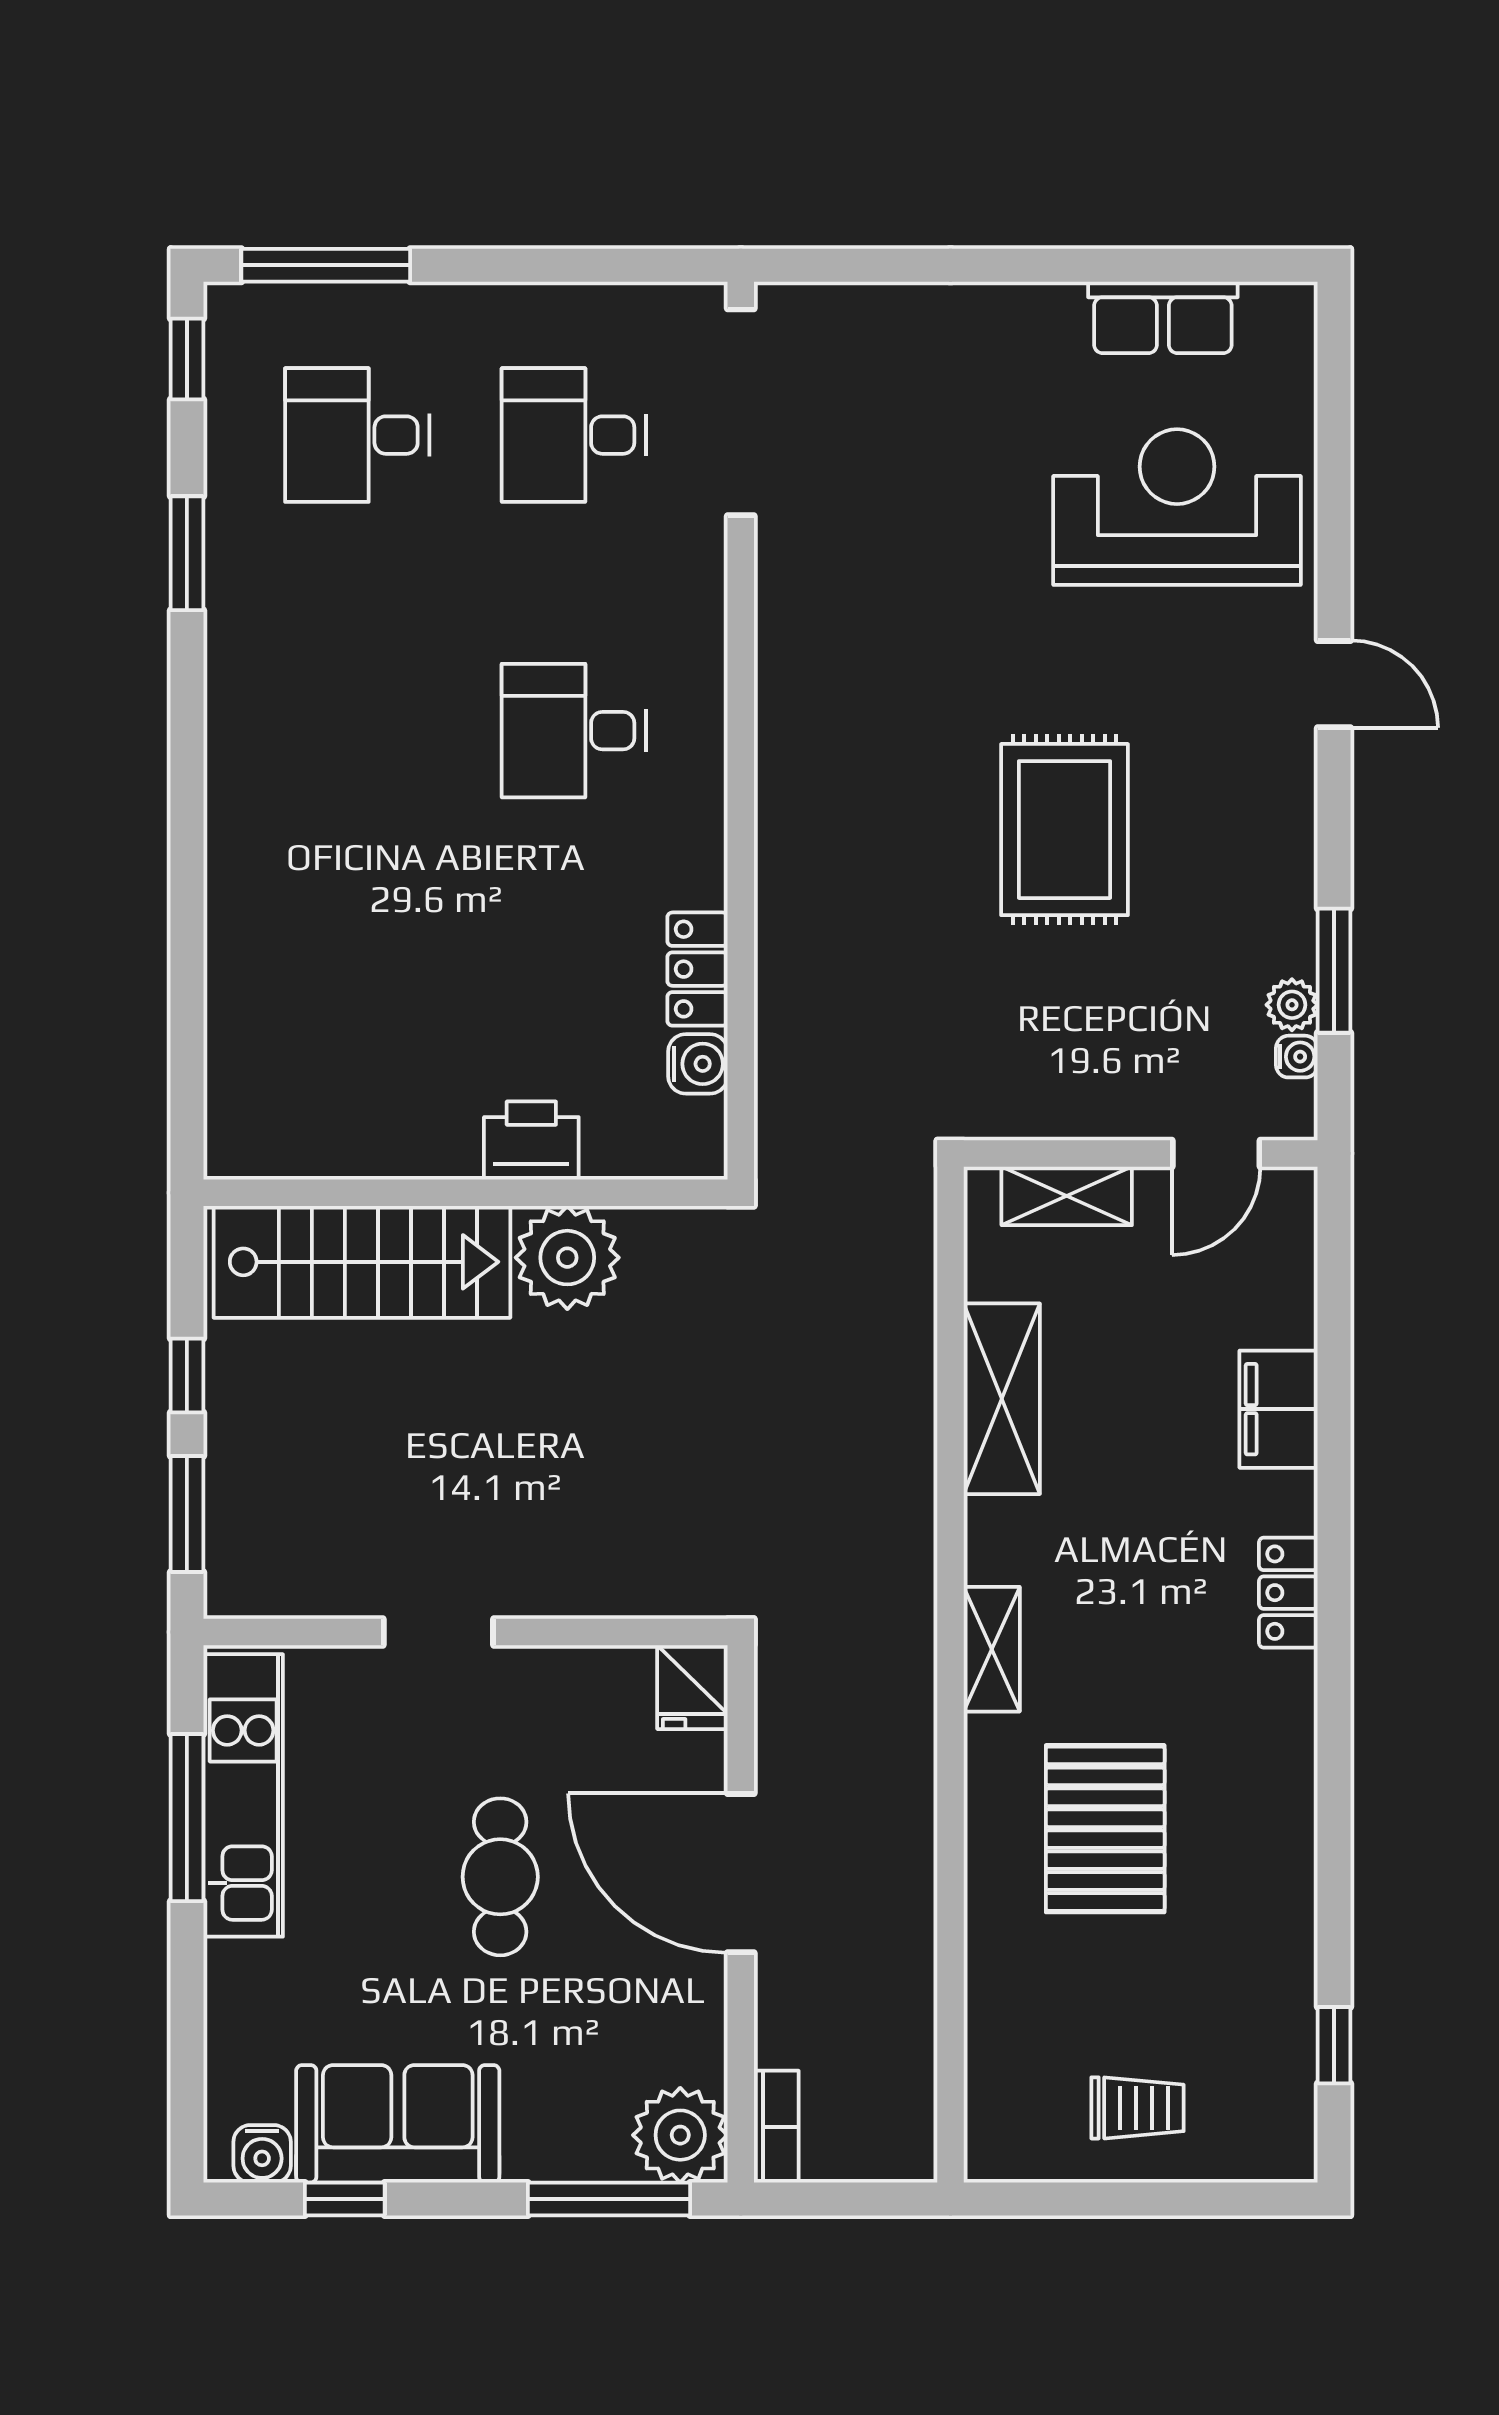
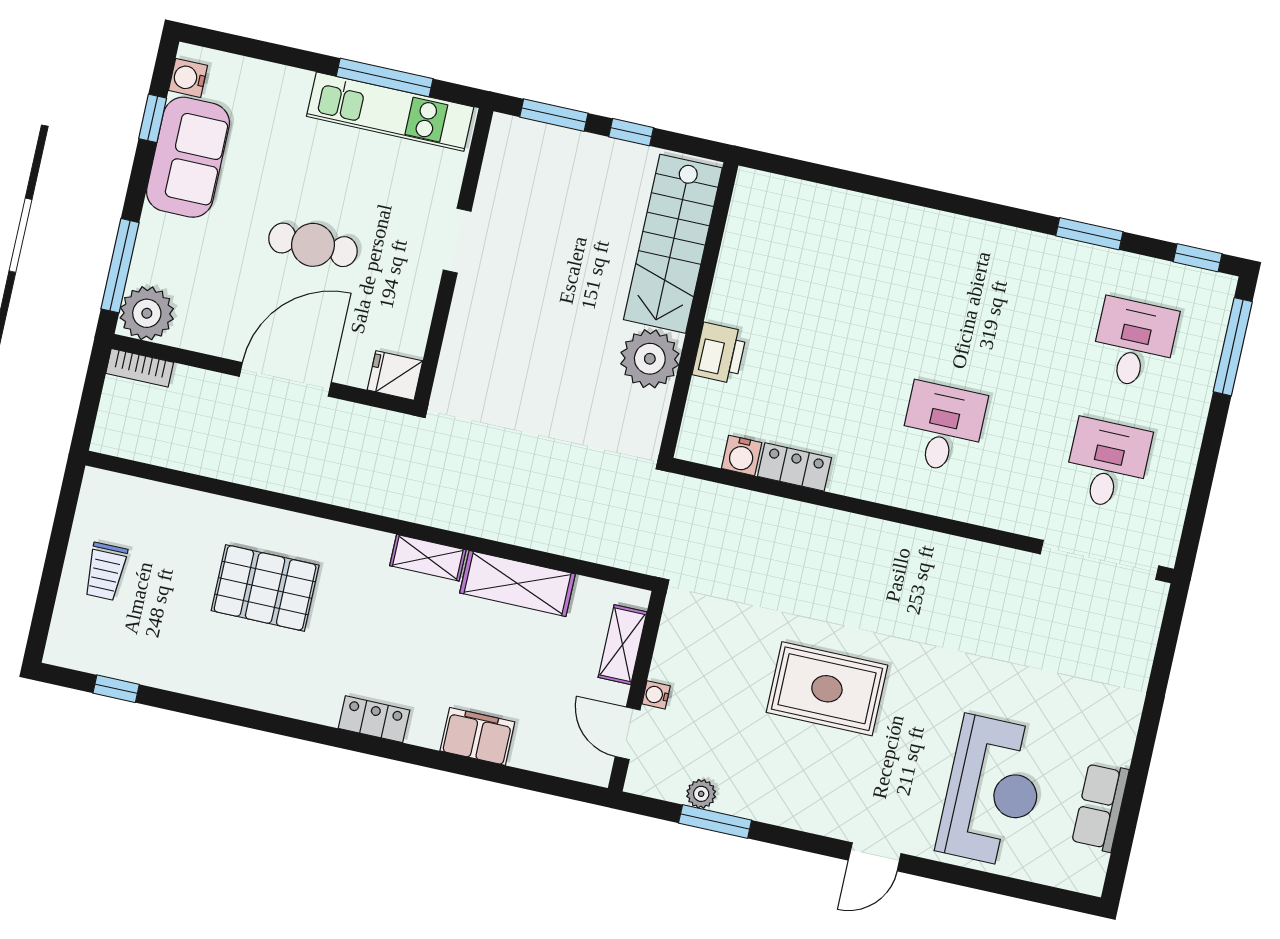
water cooler: (1297, 1057) -> (656, 695), moved, turned 90
shelving: (992, 1649) -> (428, 558), moved

